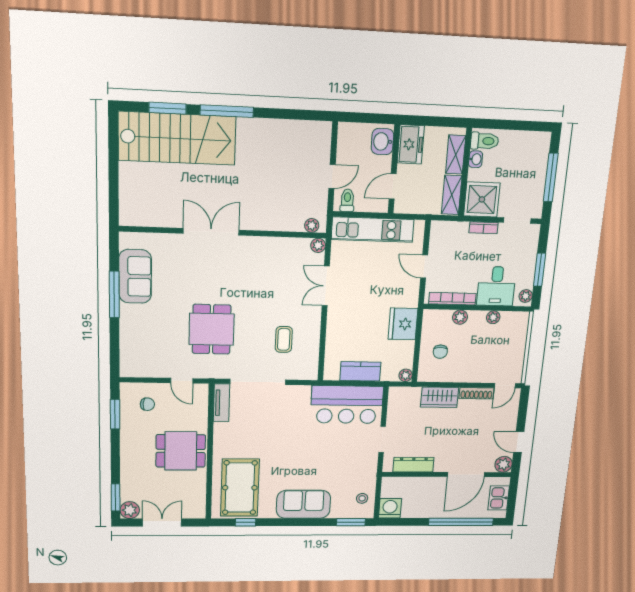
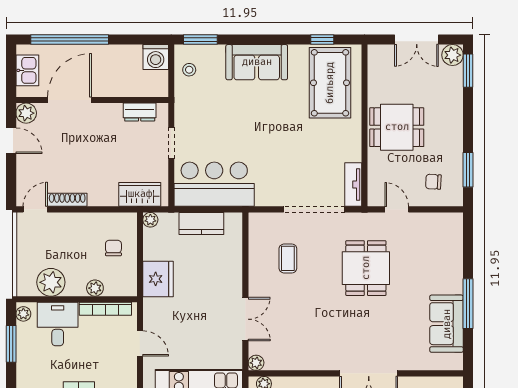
plant: (493, 317) -> (51, 282), width x1.87, depth x1.87
wardrobe: (440, 397) -> (140, 194), moved
dresser: (413, 465) -> (140, 112), width x0.70

